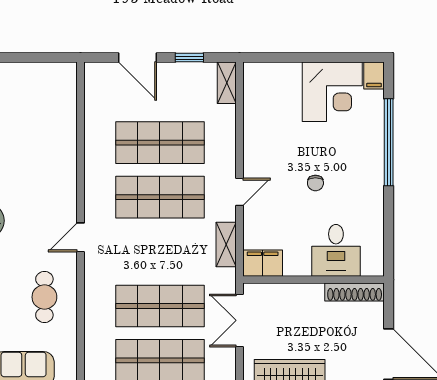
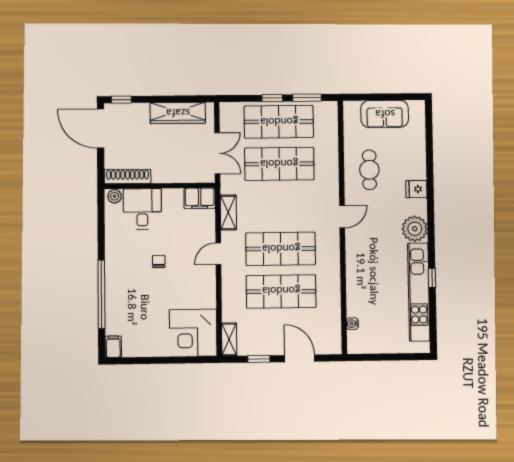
corner desk: (332, 92) -> (193, 333), moved, turned -90
water cooler: (70, 101) -> (352, 324), added
plant: (371, 267) -> (115, 196), added

